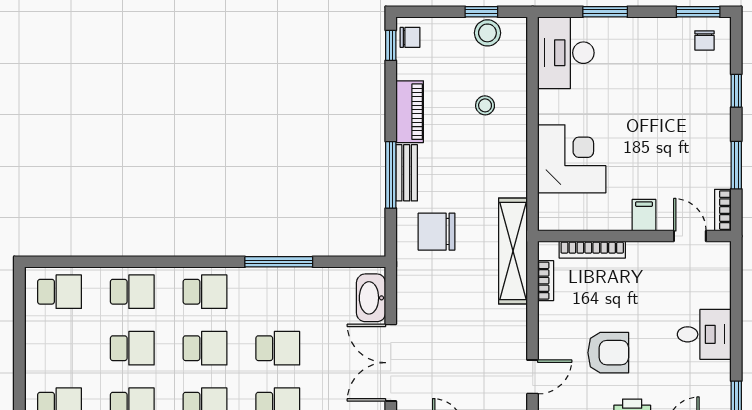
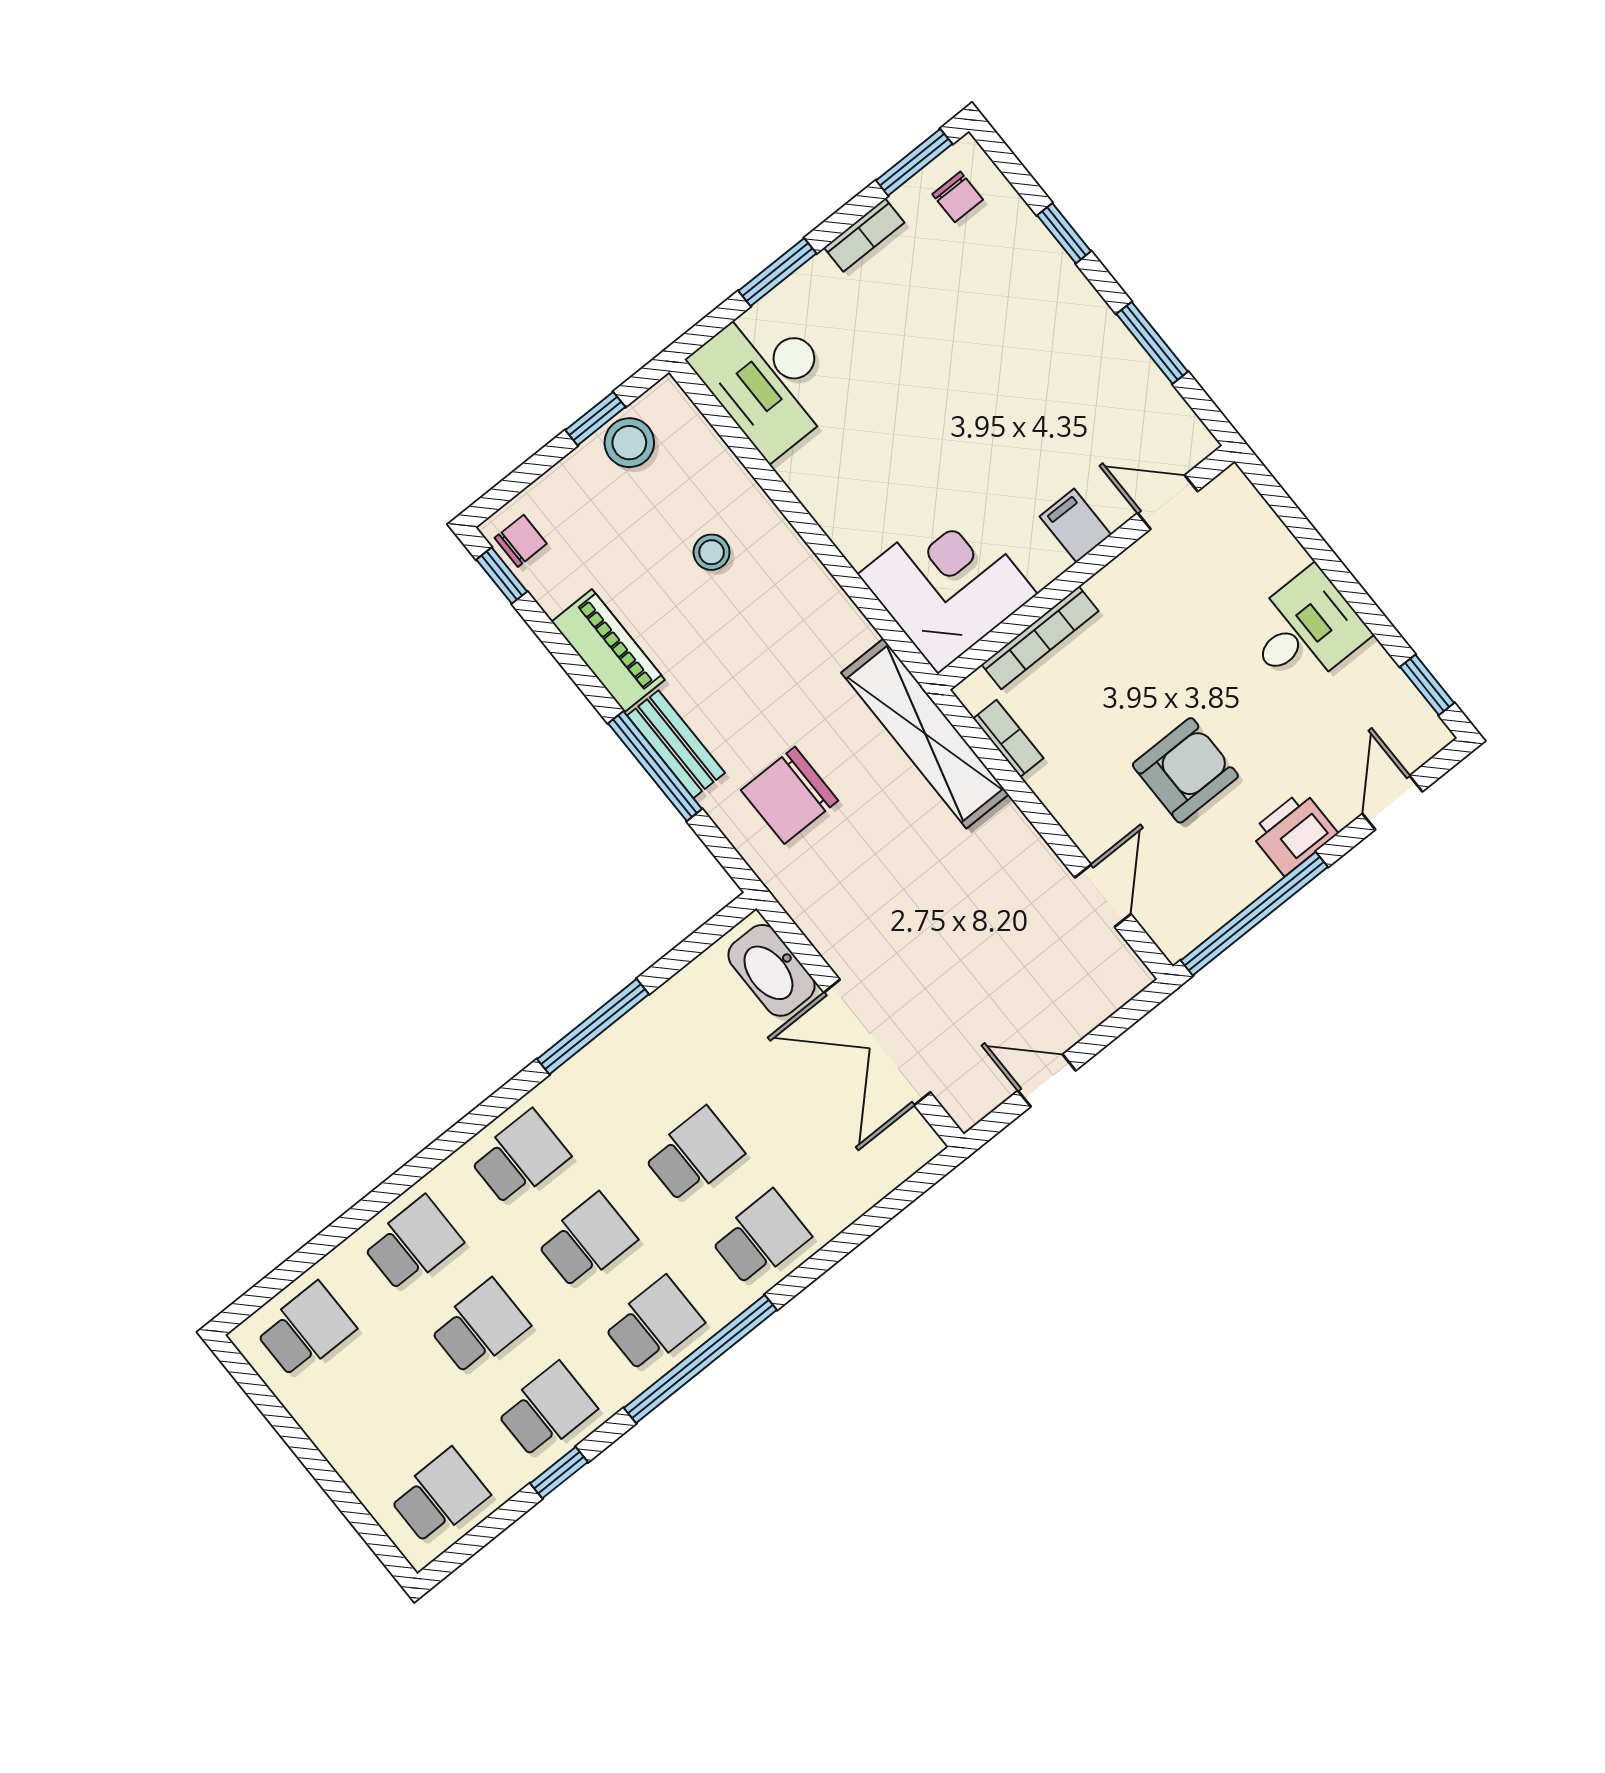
corner desk: (572, 159) -> (947, 584), moved
bookcase: (723, 210) -> (864, 235), moved, turned -90

